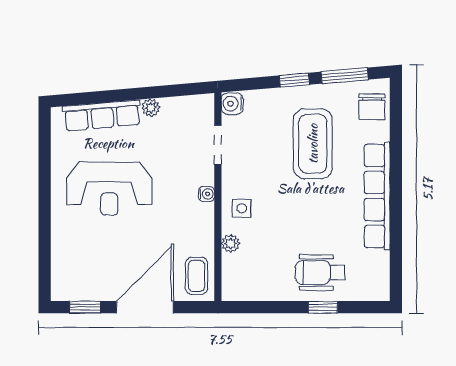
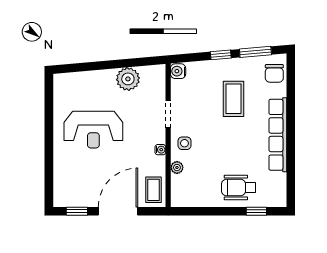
plant: (151, 108) -> (128, 79), width x1.87, depth x1.87
row of seats: (102, 115) -> (88, 79), removed
coffee table: (313, 144) -> (233, 99), width x0.73, depth x0.76
doorway: (218, 145) -> (168, 114), moved
water cooler: (207, 194) -> (160, 150), moved
window: (323, 307) -> (256, 211), moved

